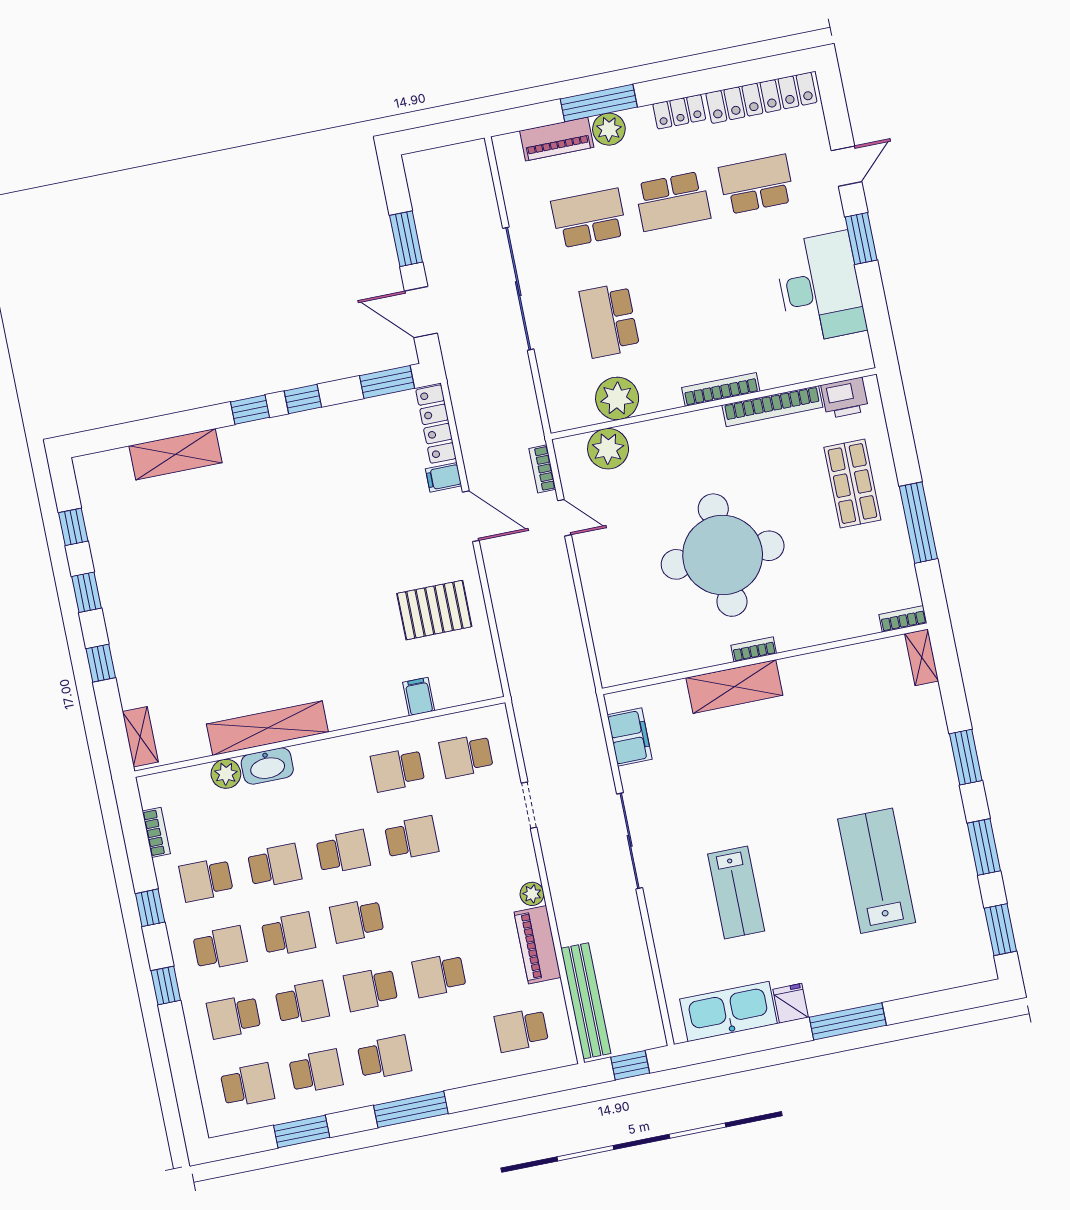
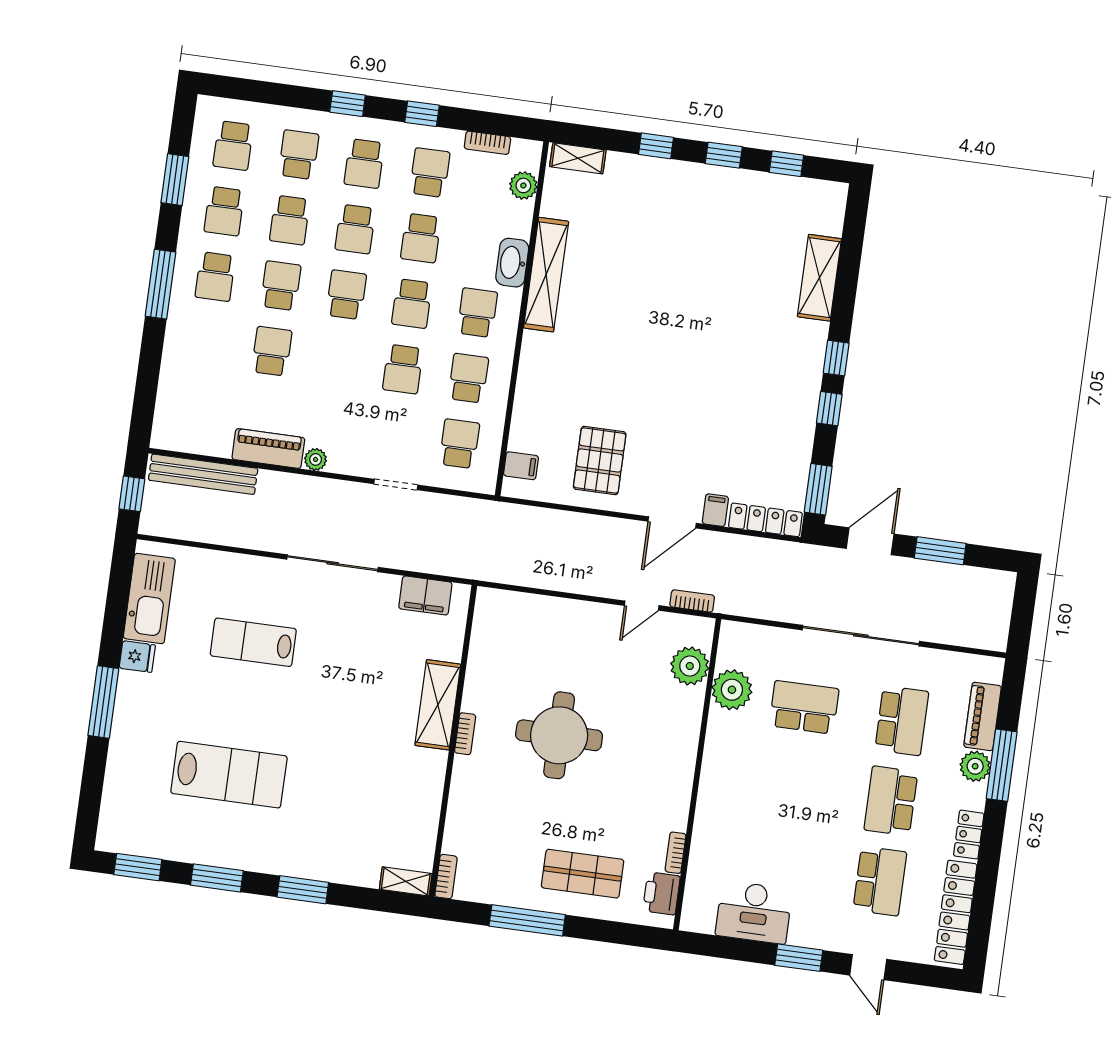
desk: (820, 287) -> (754, 912), width x0.73, depth x0.77
bookcase: (721, 389) -> (708, 785), removed
bookcase: (772, 406) -> (676, 853), width x0.43, depth x0.76
round table: (723, 555) -> (559, 735), width x0.73, depth x0.73
filing cabinet: (419, 696) -> (521, 466), moved
plant: (226, 774) -> (523, 185), moved
school desk: (521, 1030) -> (477, 313), moved

